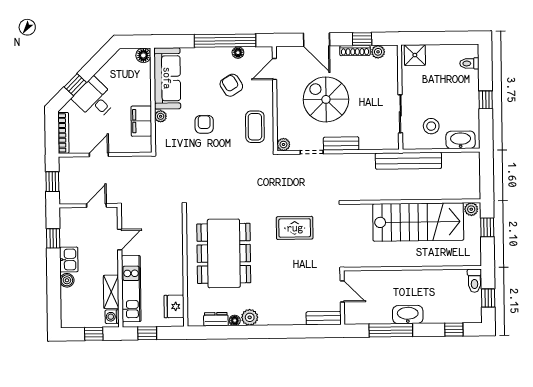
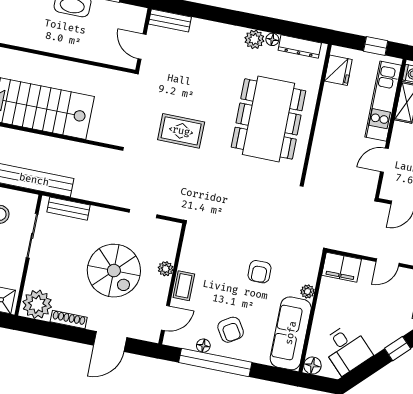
window: (362, 39) -> (58, 331), removed
door: (316, 40) -> (110, 341), swing flipped
plant: (378, 52) -> (37, 304), width x1.88, depth x1.88
armchair: (231, 85) -> (231, 330), moved
desk: (95, 99) -> (346, 349), moved
filing cabinet: (141, 121) -> (341, 267), moved, turned 90
coffee table: (255, 127) -> (184, 286), moved, width x0.73, depth x0.77
plant: (283, 144) -> (166, 269), moved
bench: (341, 144) -> (69, 209), moved
dresser: (216, 319) -> (300, 47), width x1.44

